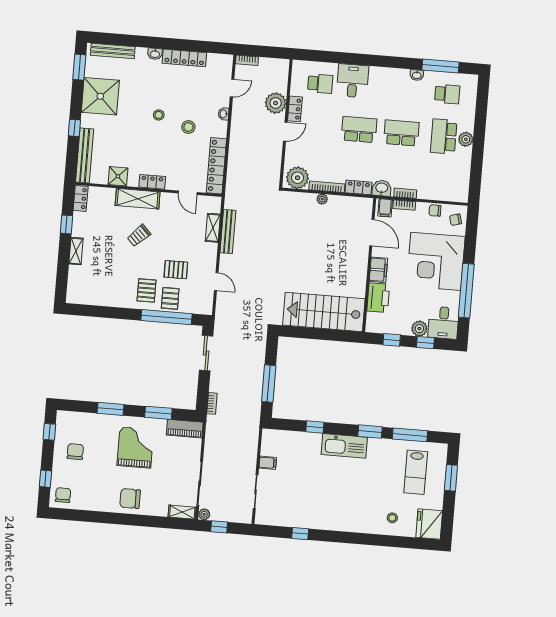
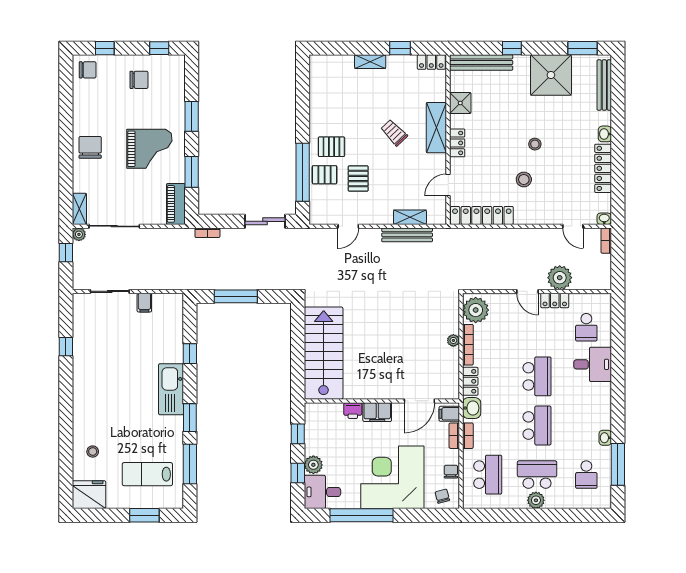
washbasin: (224, 114) -> (604, 219), moved
school desk: (440, 179) -> (488, 475), added
printer: (378, 298) -> (353, 411), width x0.53, depth x0.68

